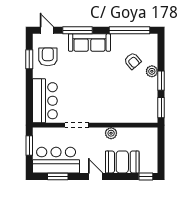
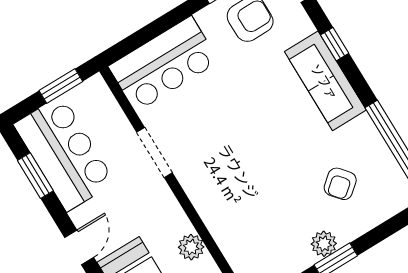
window: (78, 30) -> (335, 44), width x0.46
plant: (152, 71) -> (324, 244), moved
plant: (111, 133) -> (191, 247), moved

